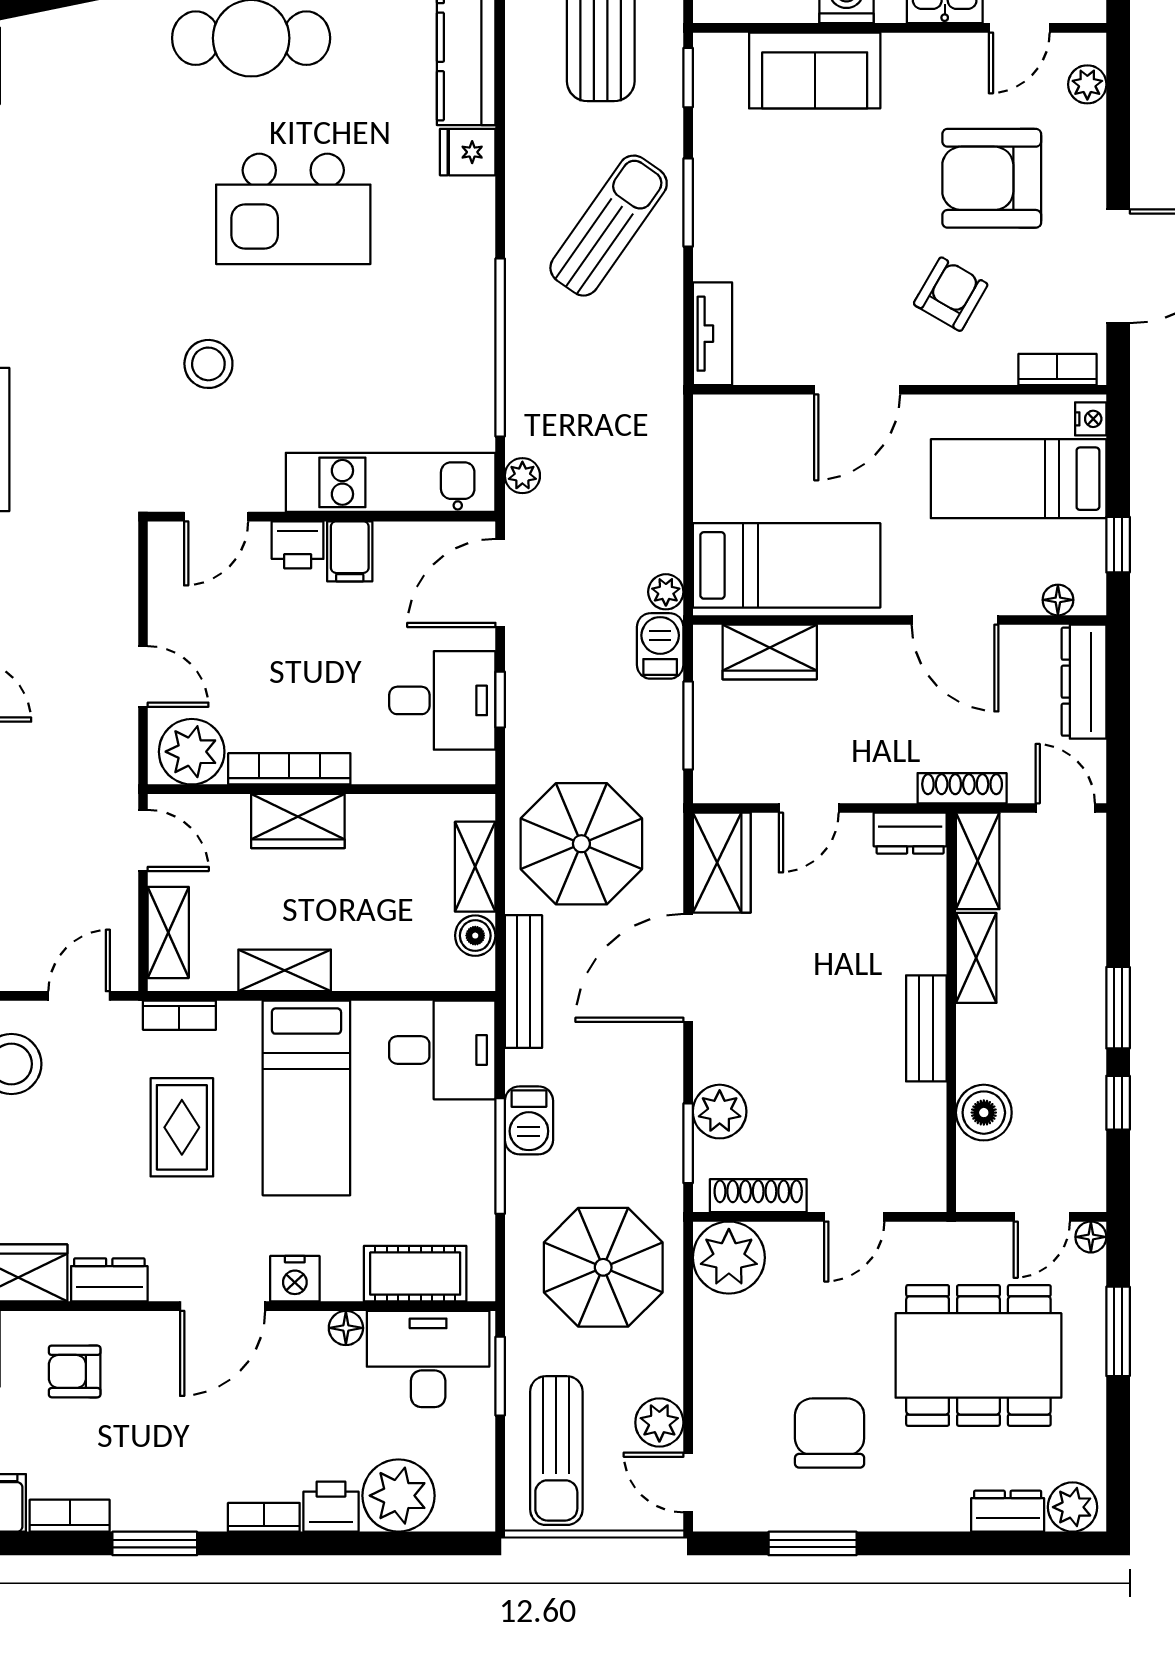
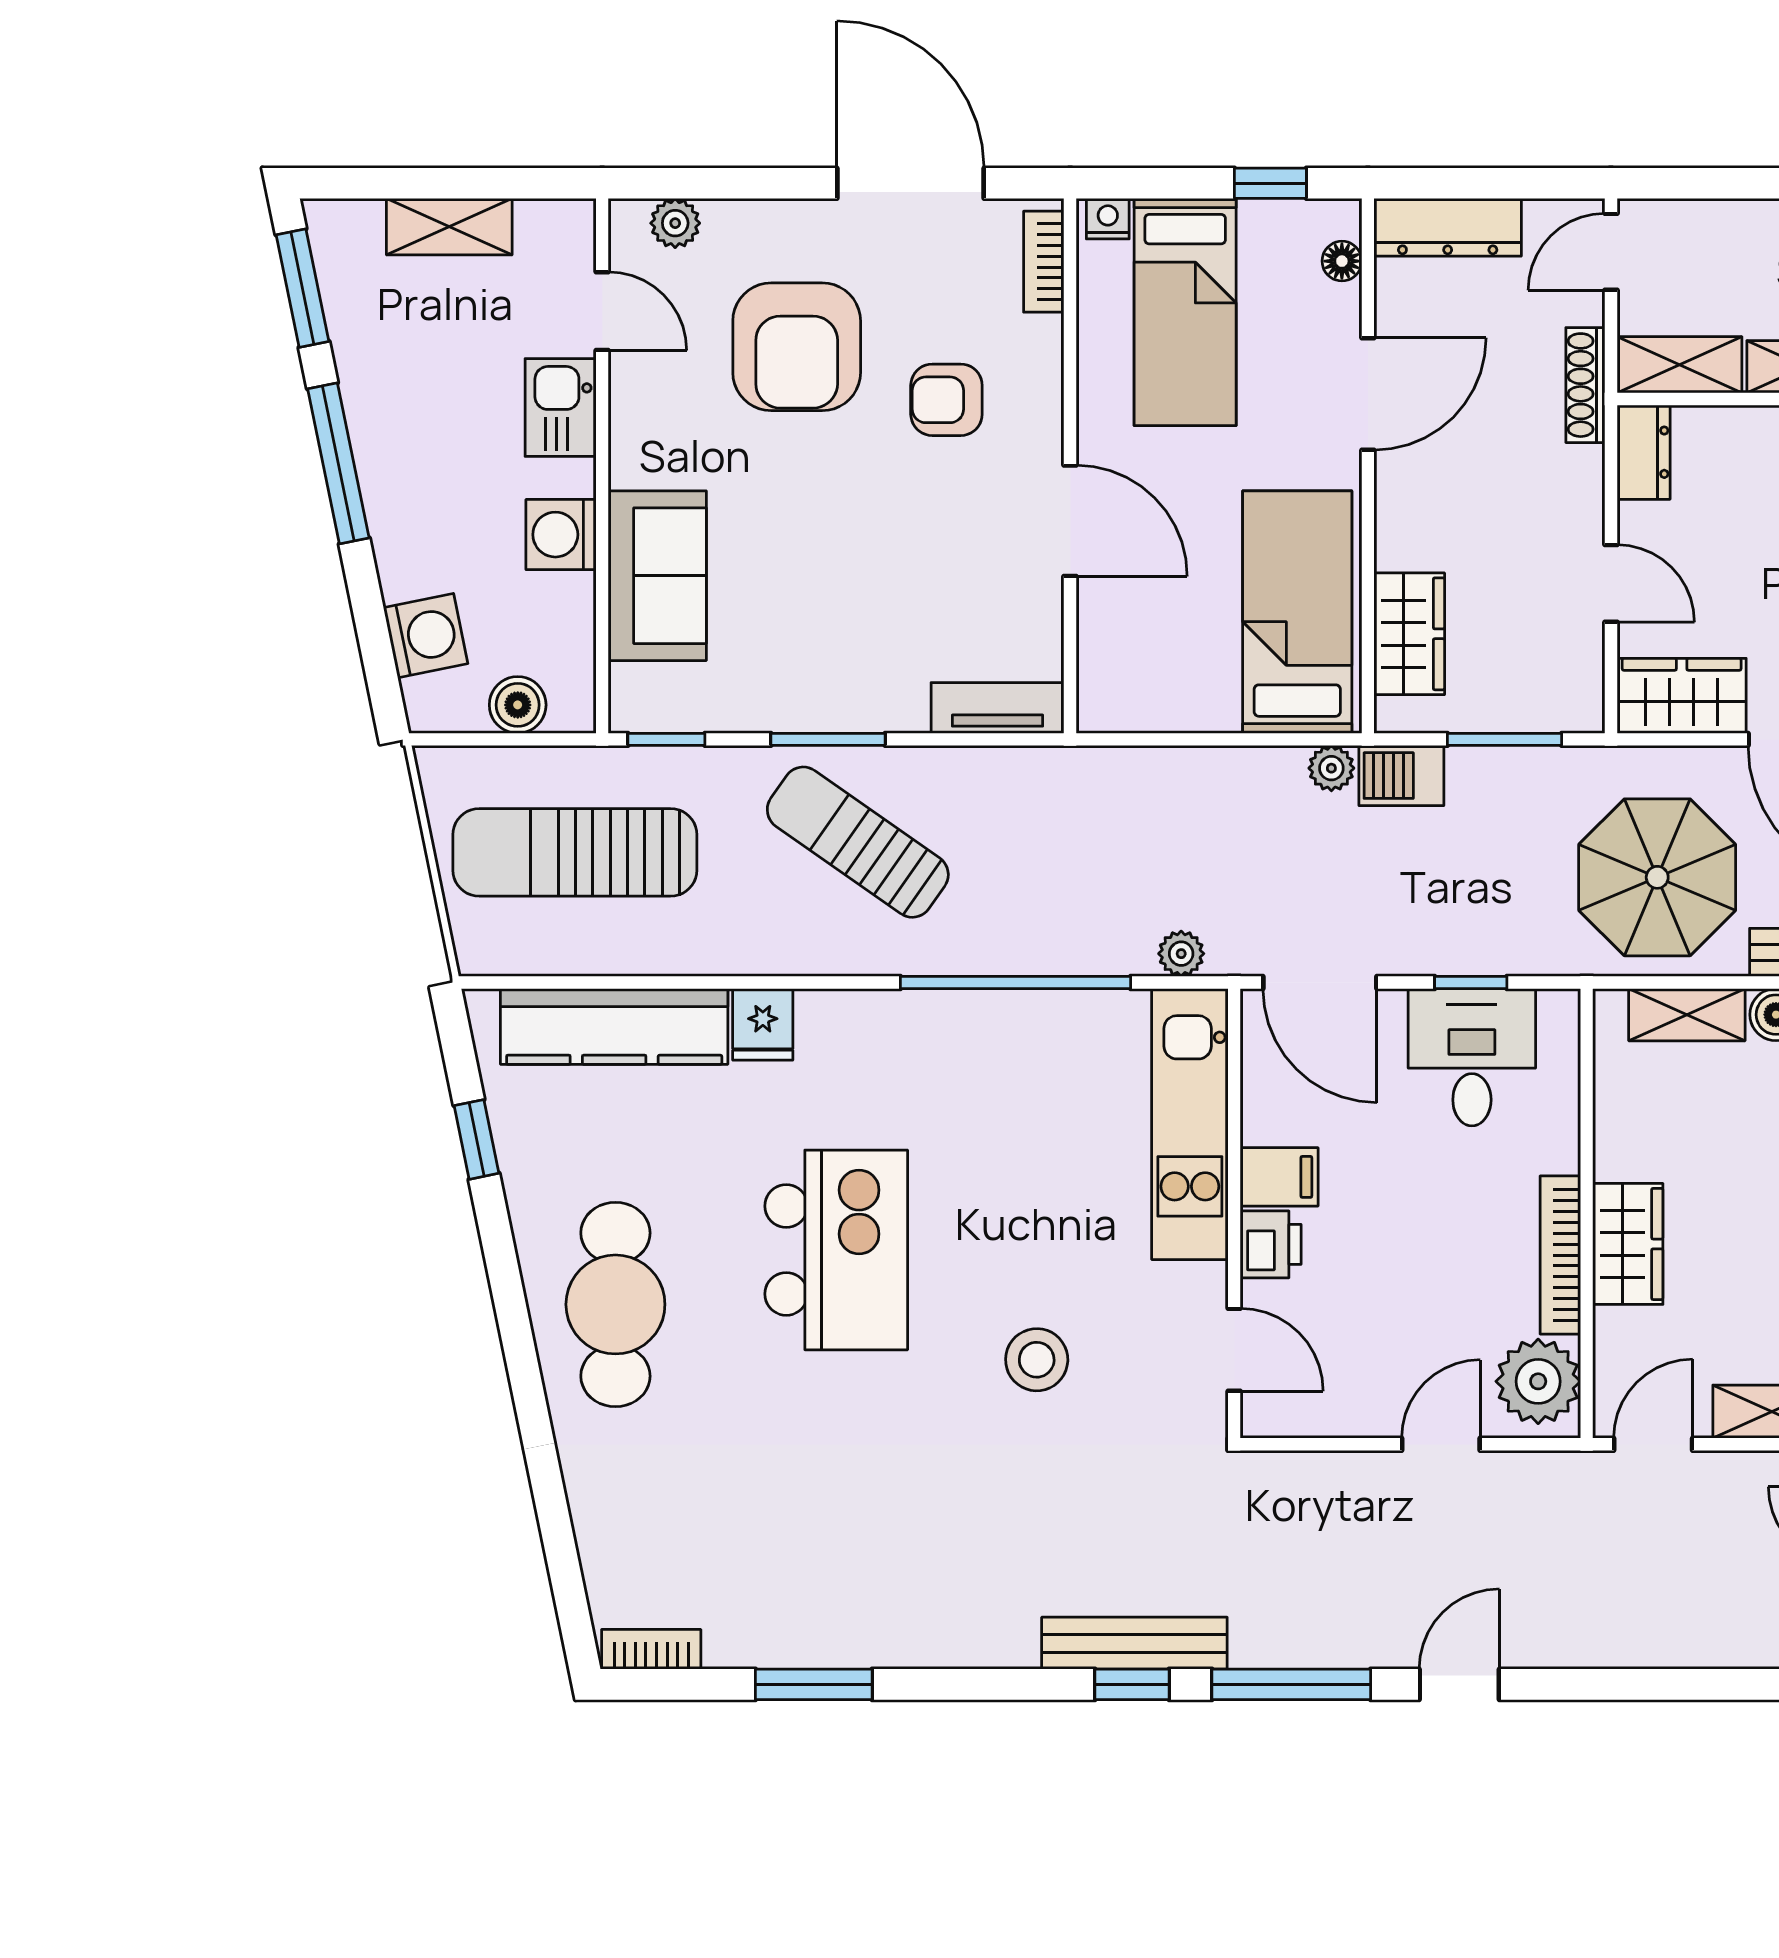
armchair: (951, 294) -> (946, 400), turned -30

